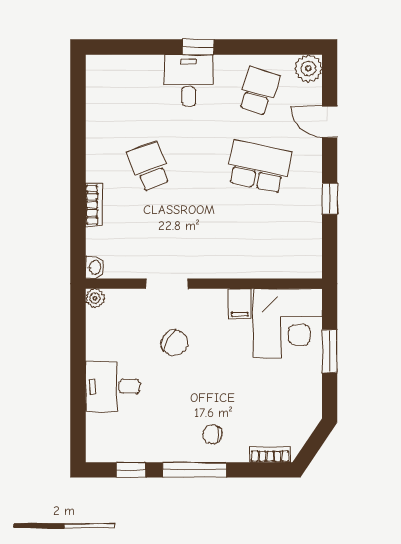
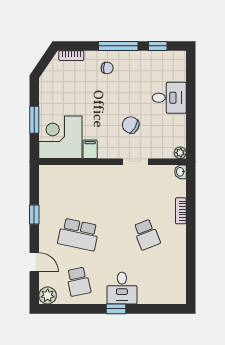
school desk: (259, 91) -> (78, 282), turned -30

